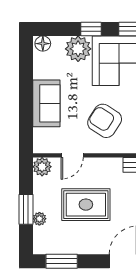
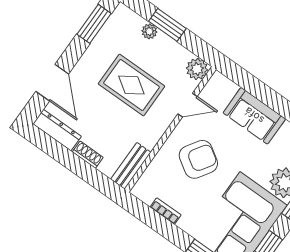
door: (72, 155) -> (188, 105), swing flipped
rug: (86, 205) -> (131, 85), turned 90

